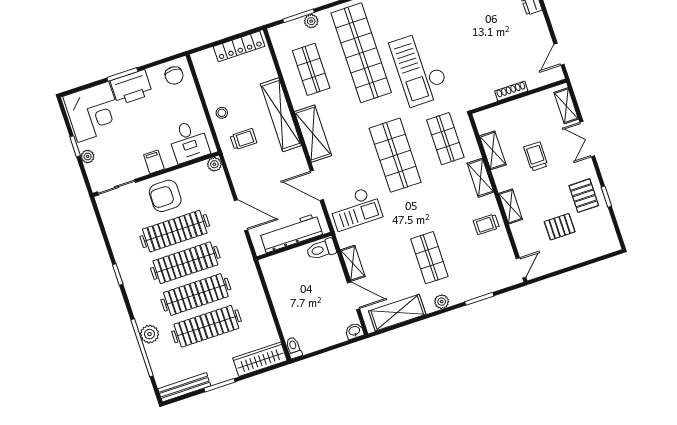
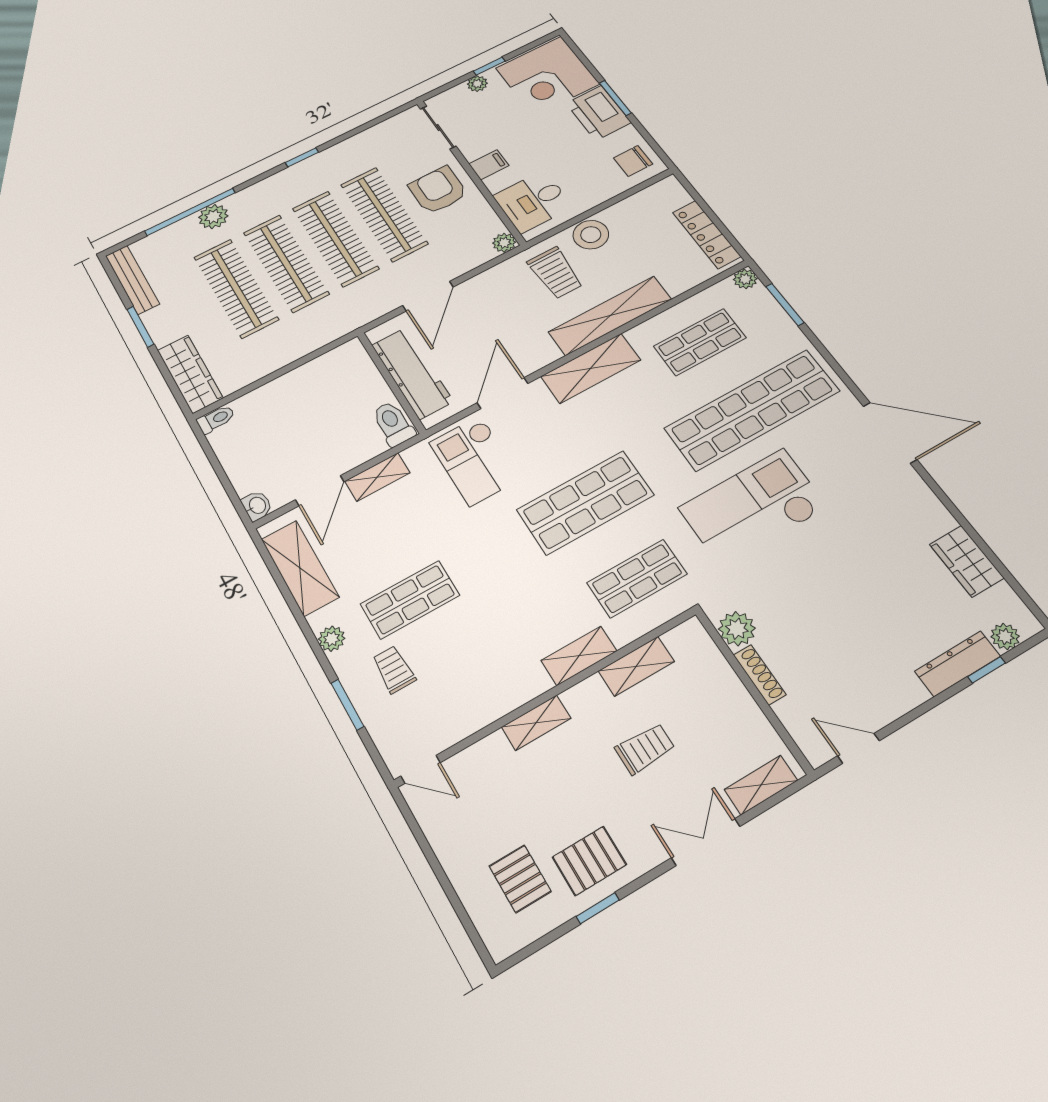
plant: (311, 21) -> (745, 279), moved
plant: (485, 95) -> (737, 629), added
stool: (222, 113) -> (591, 235), width x1.89, depth x1.89
trolley: (243, 139) -> (555, 273), width x1.36, depth x1.39
trolley: (486, 224) -> (394, 669), moved
pallet: (560, 227) -> (520, 879), moved

